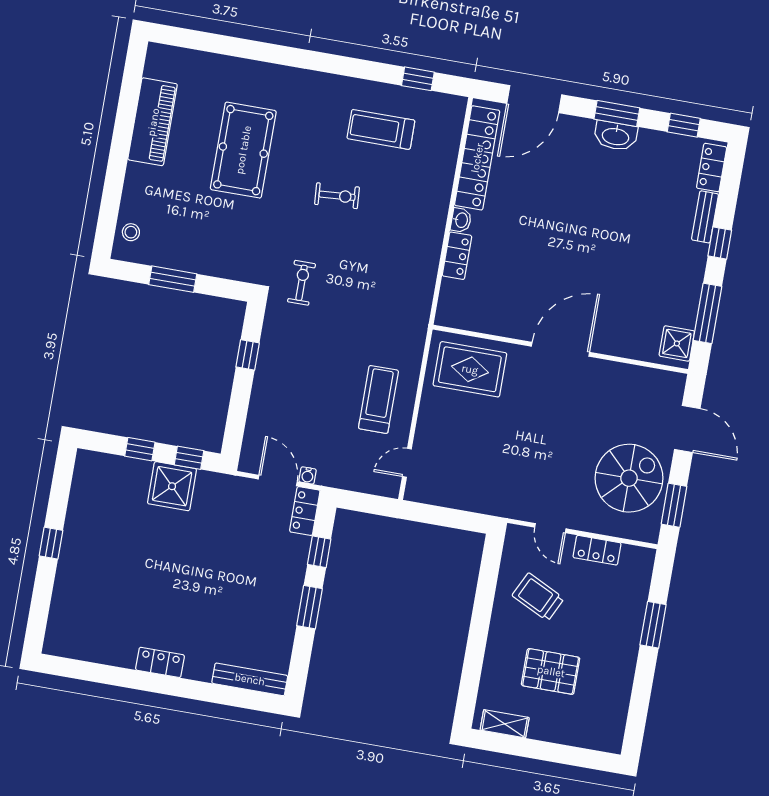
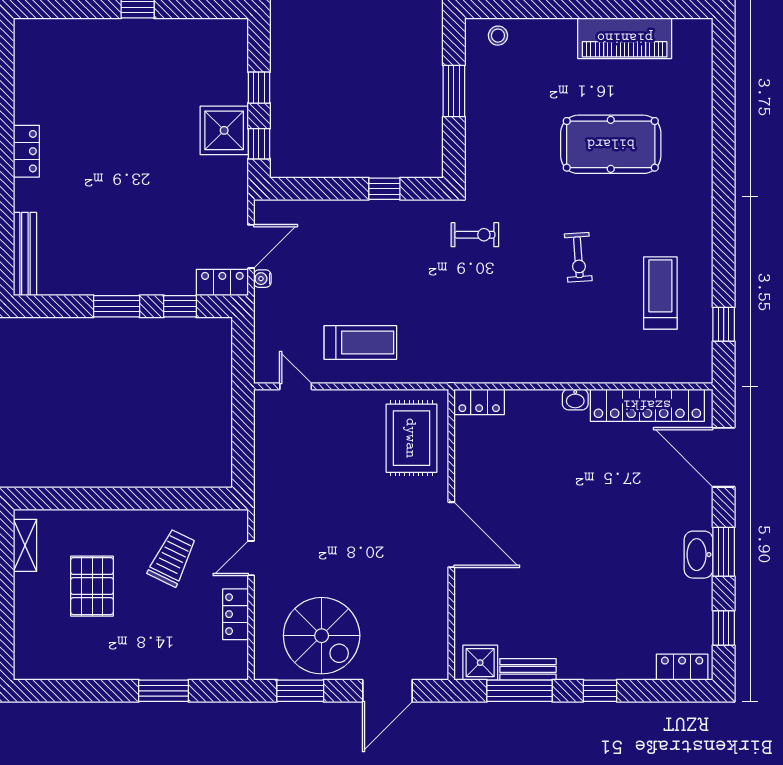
bench: (705, 217) -> (528, 669), moved
locker: (457, 256) -> (479, 402), moved

